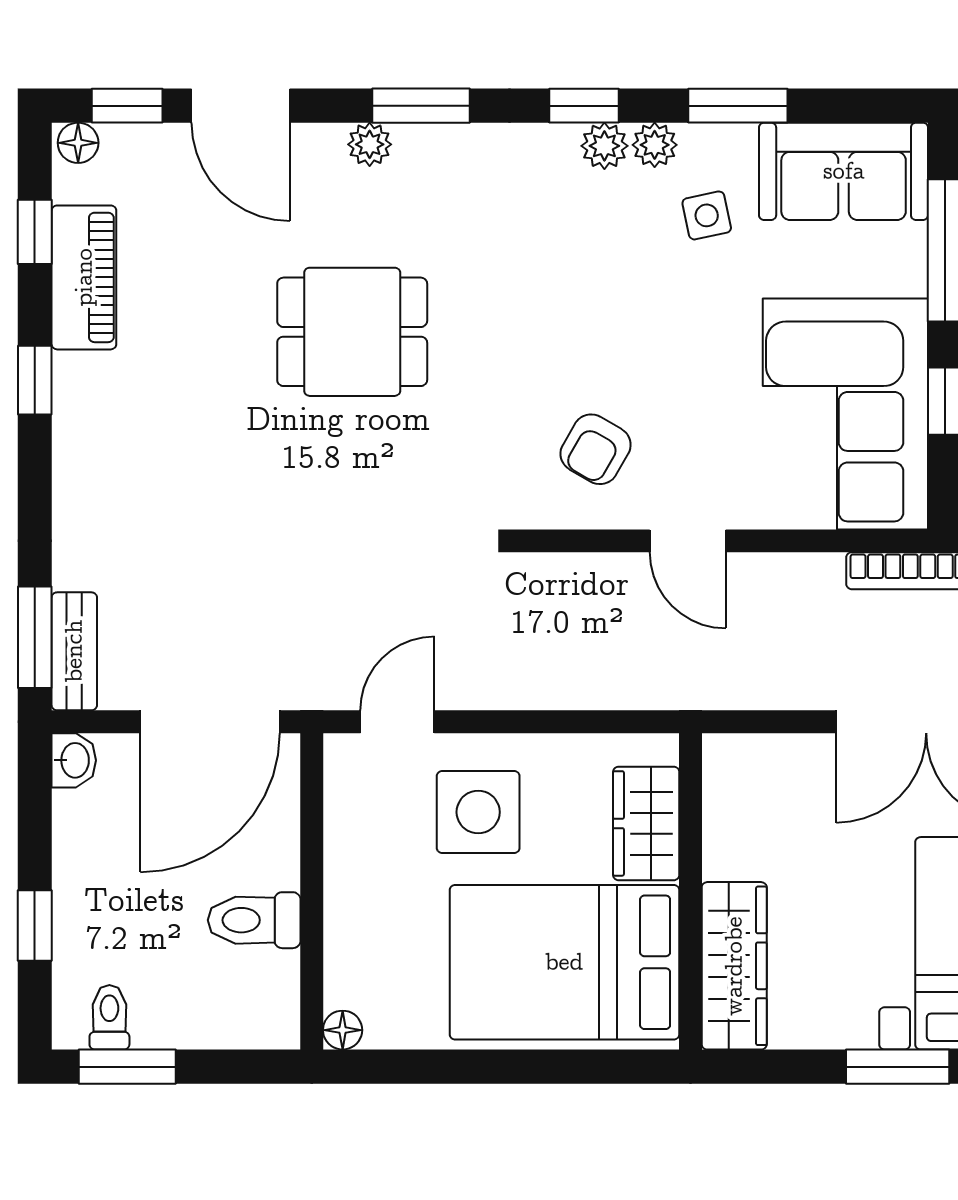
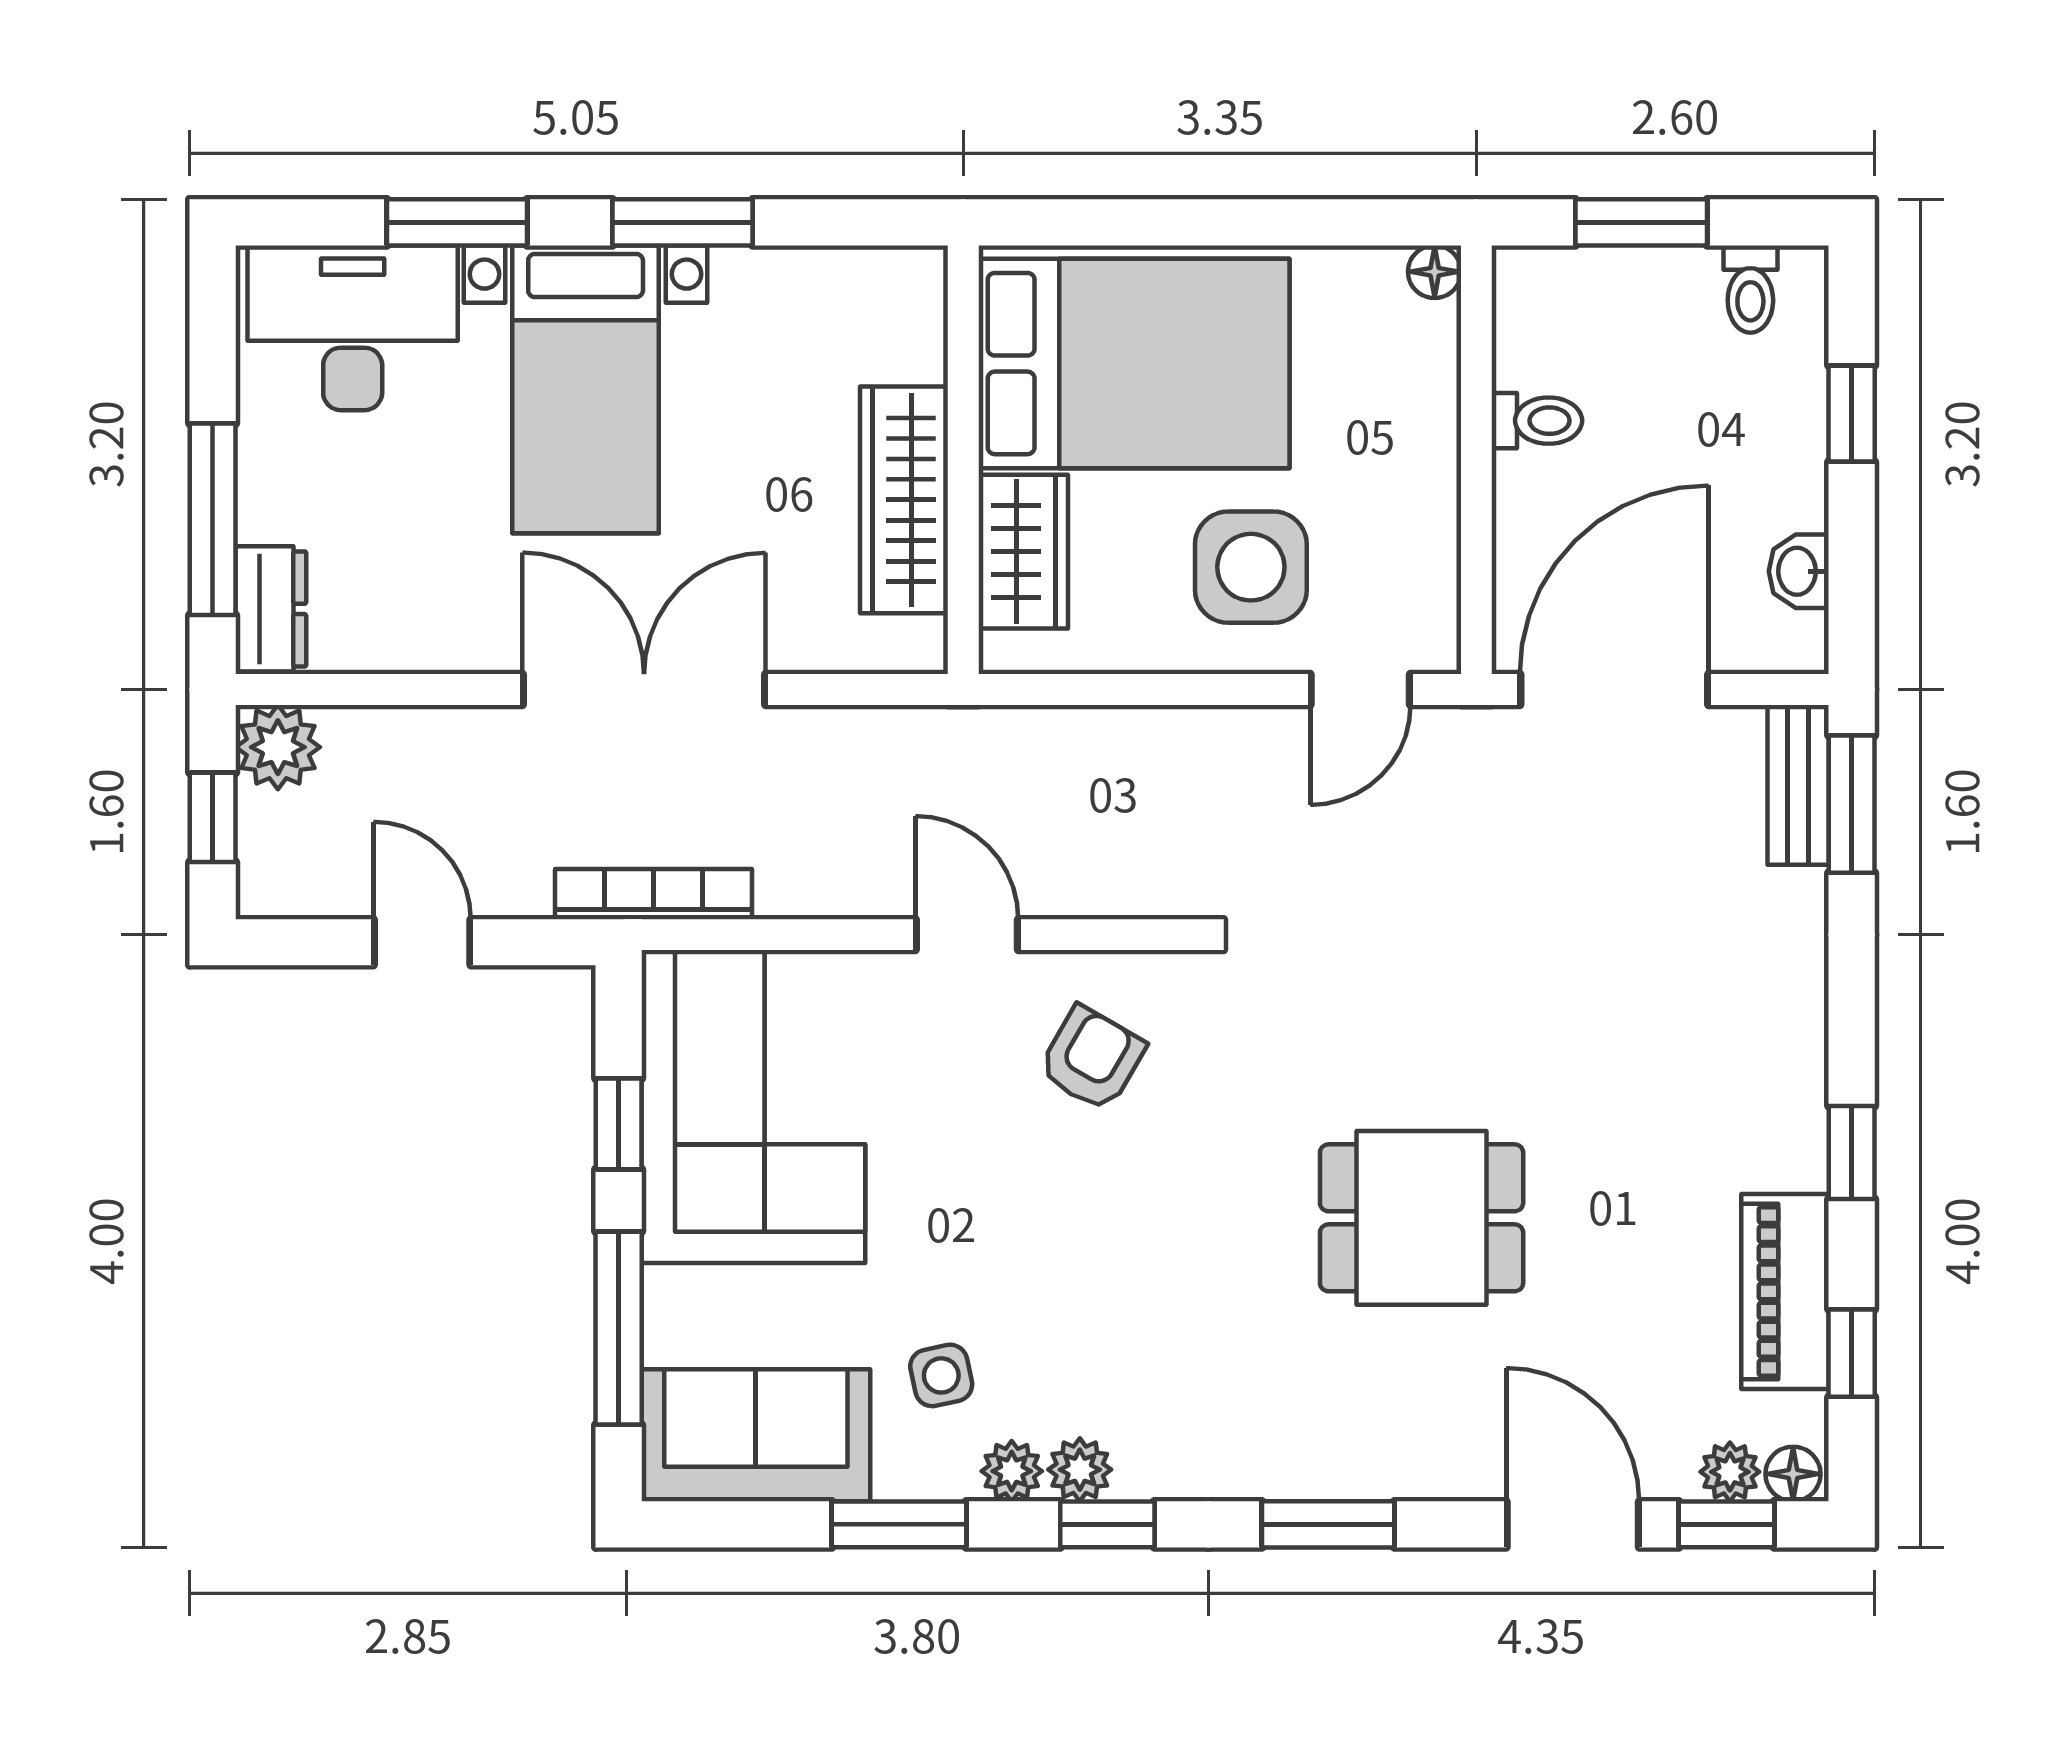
plant: (370, 144) -> (1730, 1472), moved
washbasin: (74, 760) -> (1799, 571), moved
toilet: (254, 920) -> (1537, 421), width x0.73, depth x0.72
wardrobe: (734, 966) -> (904, 500), moved
window: (127, 1067) -> (1641, 222), moved

